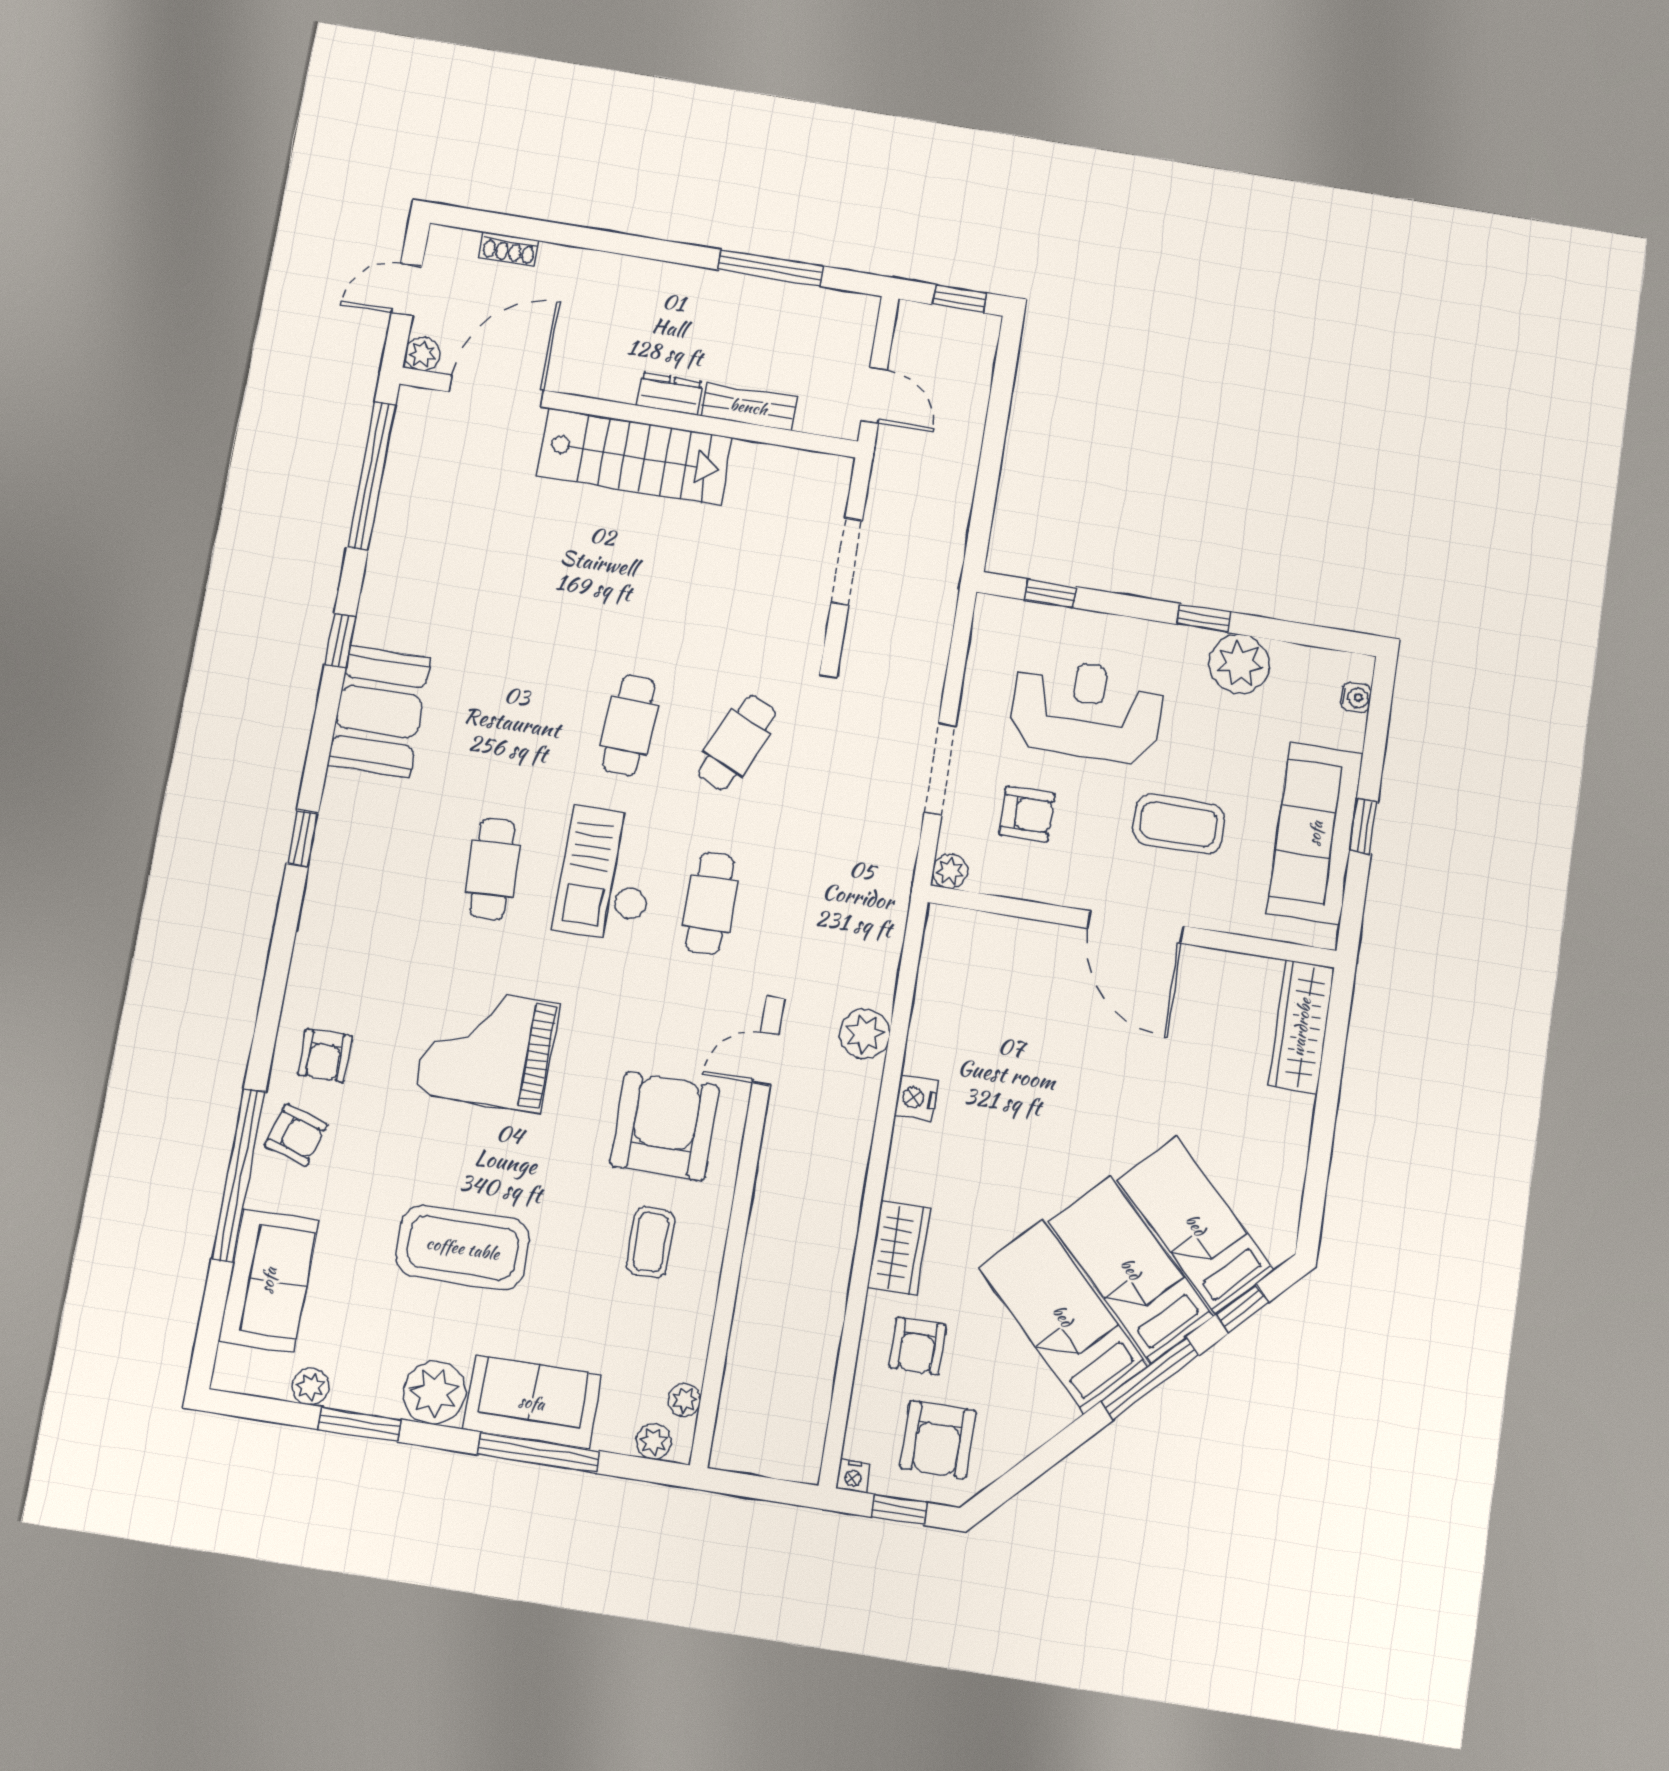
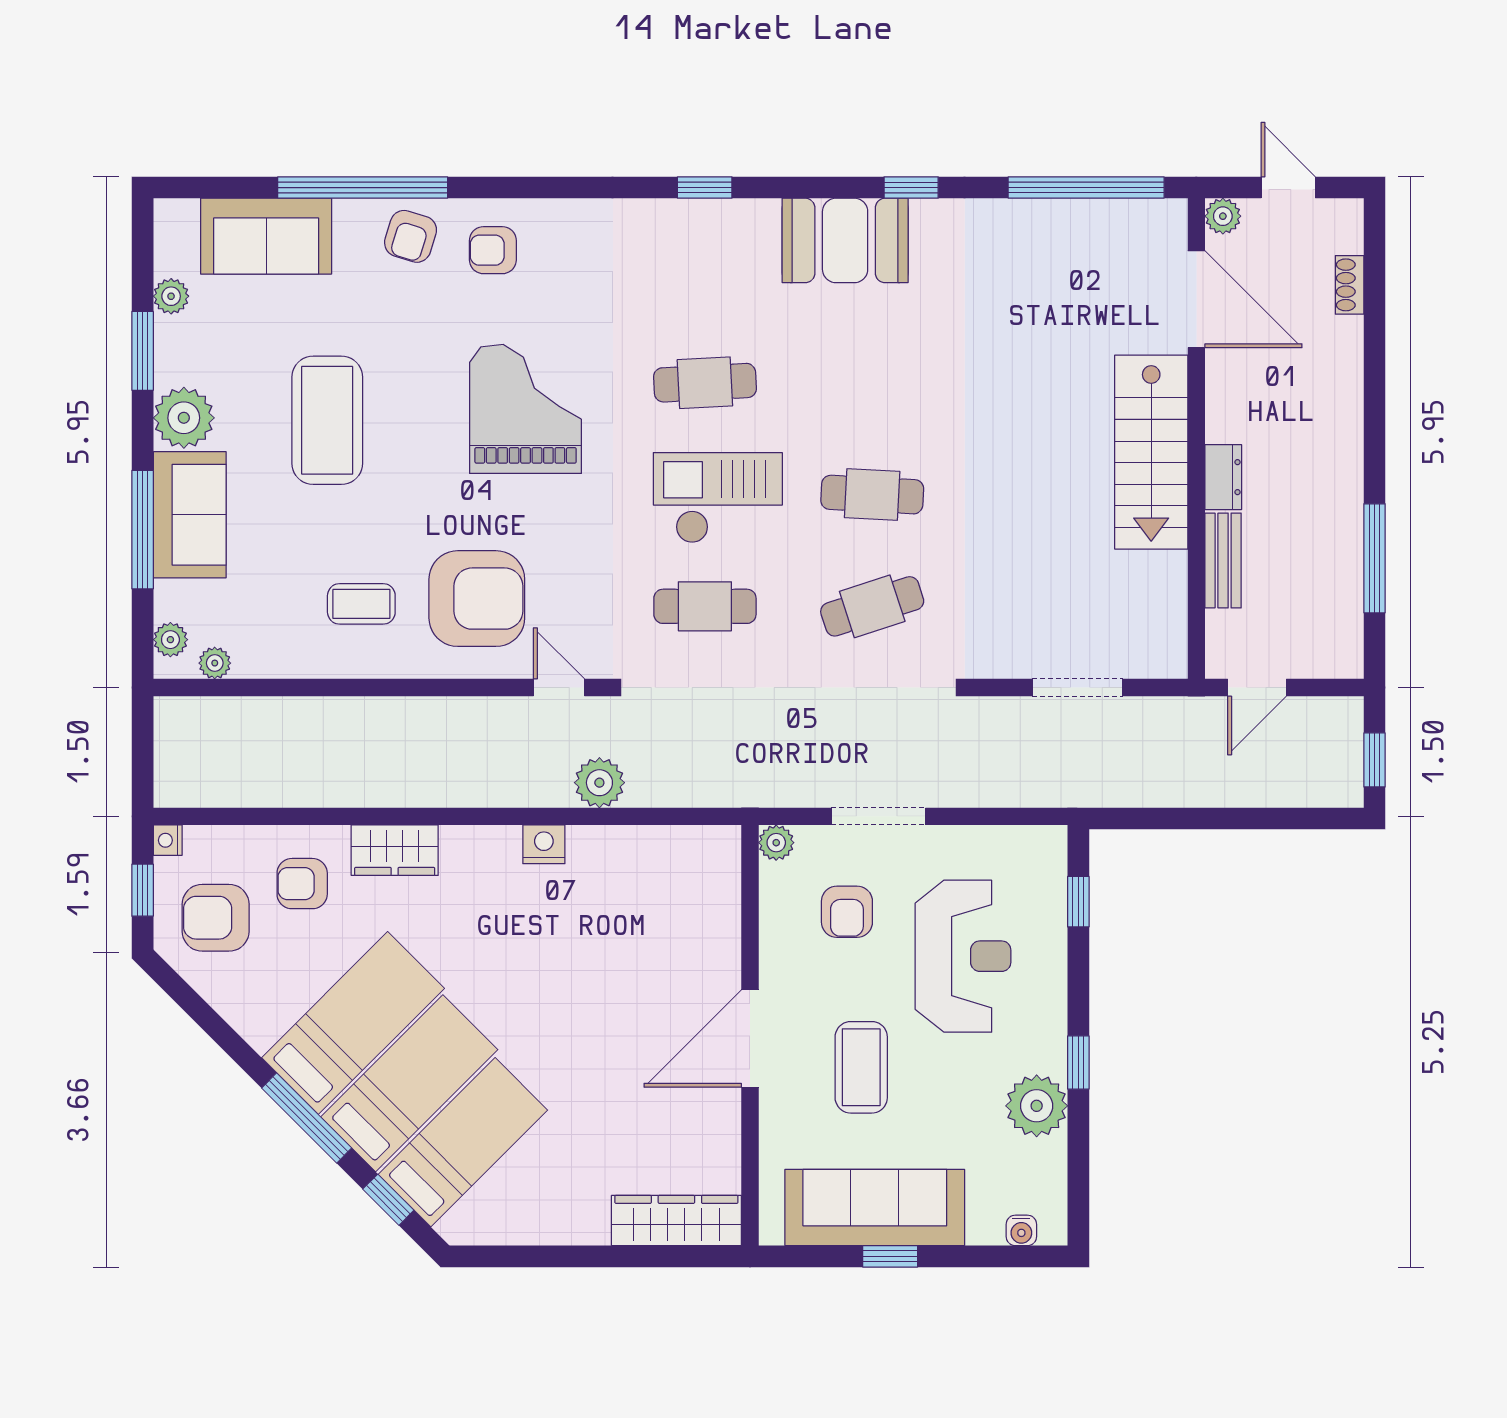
cafe table: (737, 743) -> (872, 606), turned -42

